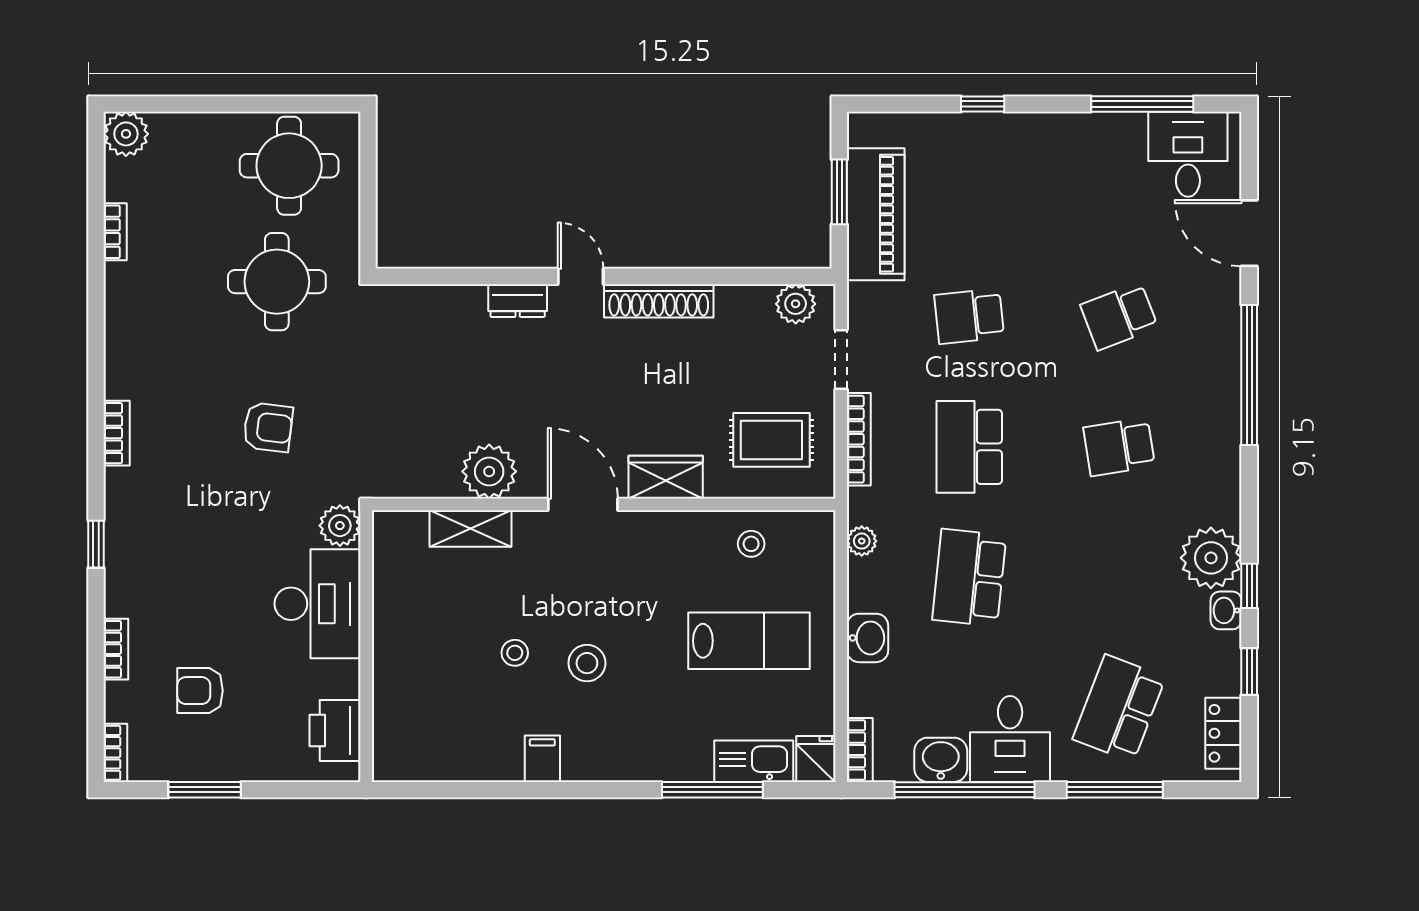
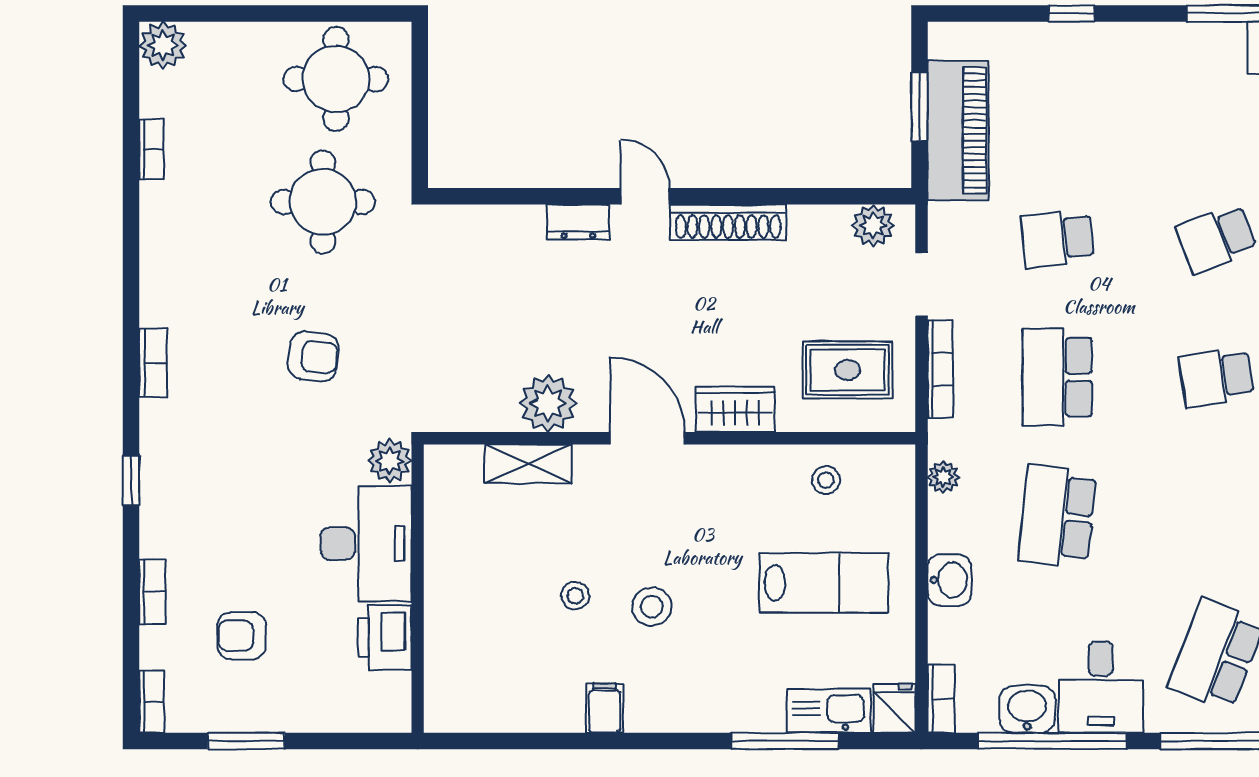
printer: (335, 730) -> (385, 637), moved

